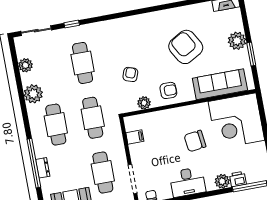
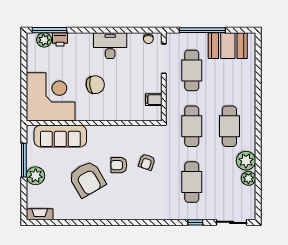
window: (251, 54) -> (24, 160), width x1.44
plant: (25, 65) -> (248, 178), moved
armchair: (168, 90) -> (119, 165), moved
plant: (144, 103) -> (138, 132), removed
window: (34, 163) -> (258, 92), removed
dresser: (43, 168) -> (250, 86), removed
plant: (222, 181) -> (44, 40), moved

